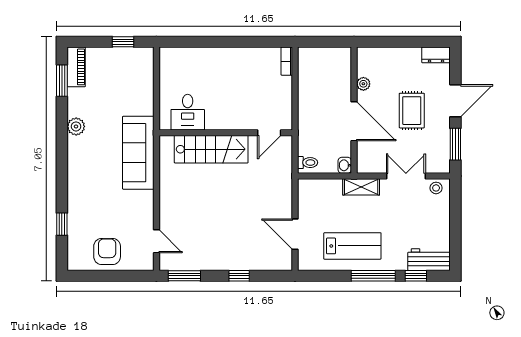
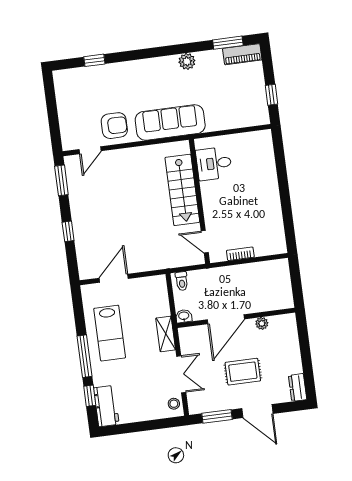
bookcase: (287, 61) -> (240, 254), moved
armchair: (107, 251) -> (114, 126), moved

